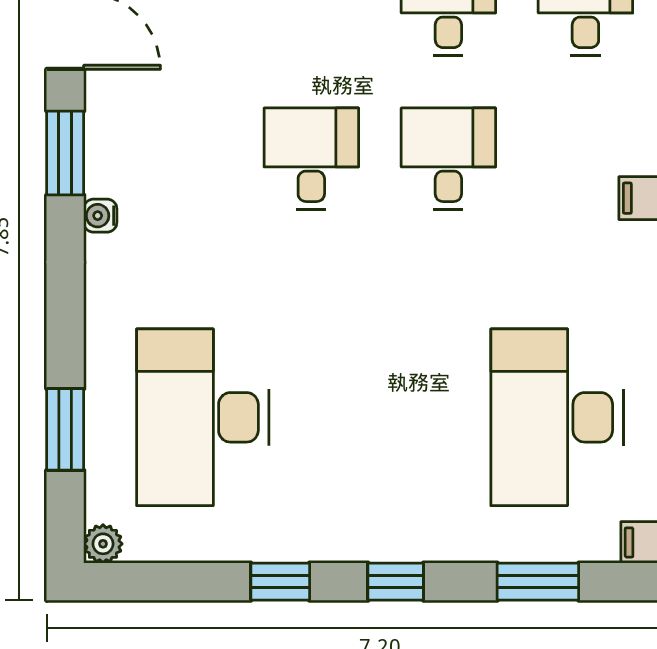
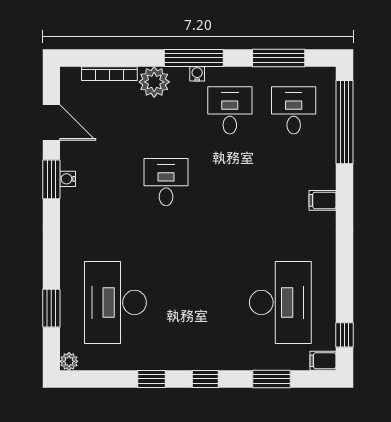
desk: (448, 159) -> (230, 182), removed
water cooler: (100, 216) -> (68, 179), moved
desk: (557, 417) -> (280, 302), turned 180

